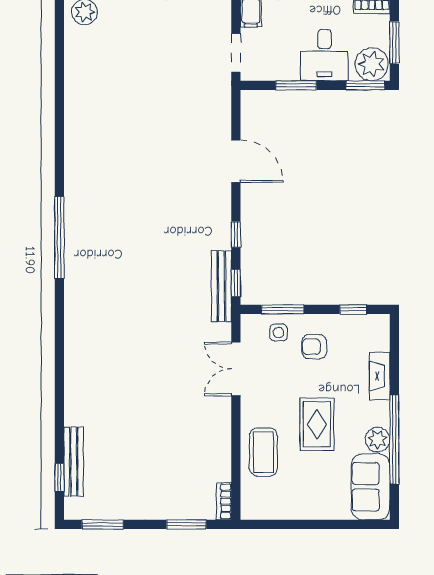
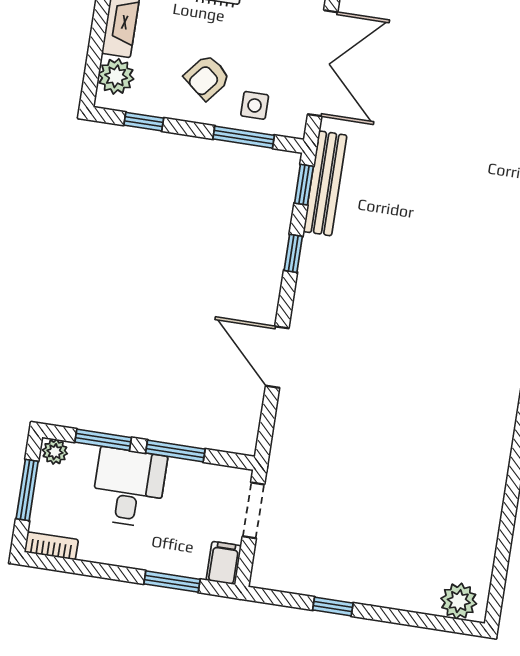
plant: (372, 64) -> (55, 452), width x0.53, depth x0.53
window: (365, 85) -> (103, 440), moved
plant: (377, 338) -> (116, 76), added
armchair: (314, 347) -> (207, 77), turned 129
double door: (236, 369) -> (323, 63), width x1.37

